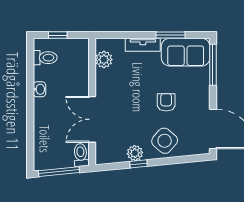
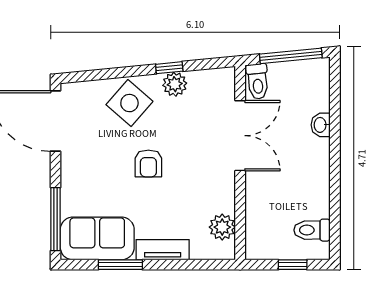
washbasin: (39, 89) -> (321, 125), moved
armchair: (166, 102) -> (148, 163), moved

